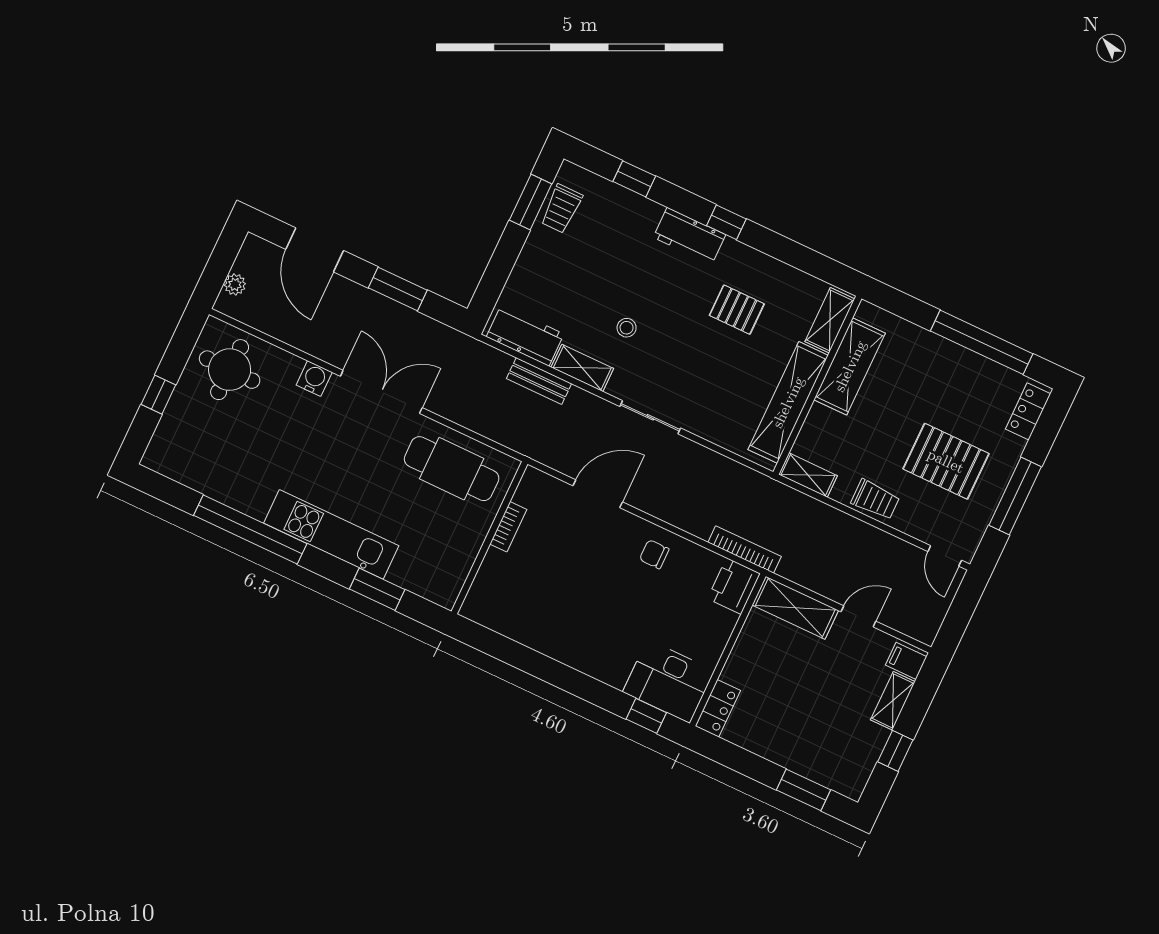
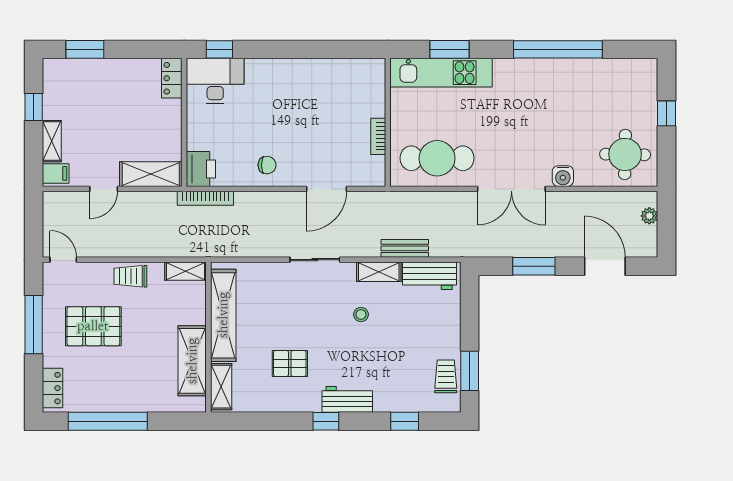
kitchen unit: (331, 534) -> (441, 73), moved

